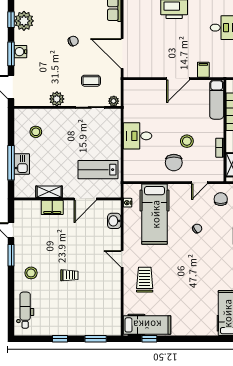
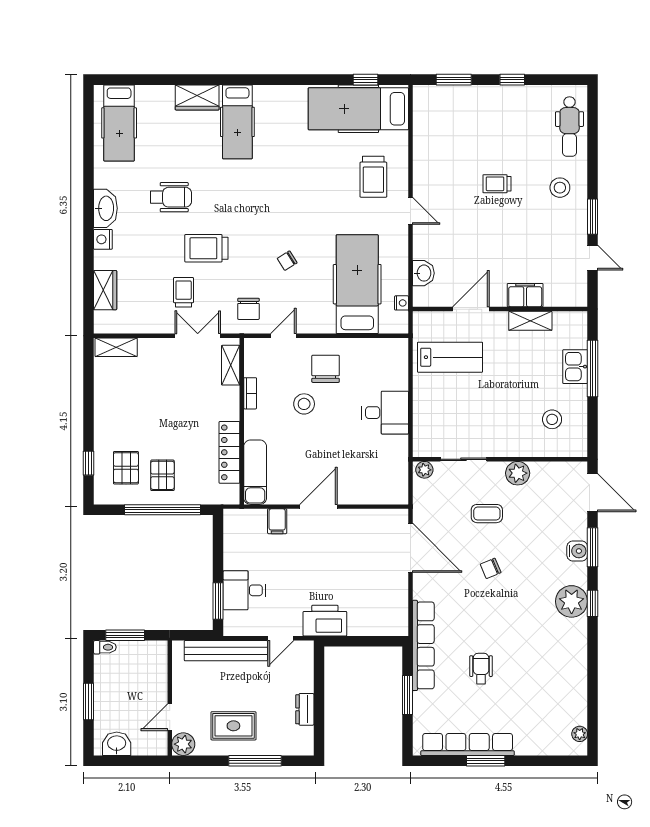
coffee table: (91, 81) -> (487, 514), moved
hospital bed: (147, 325) -> (358, 109), width x1.37, depth x1.29

